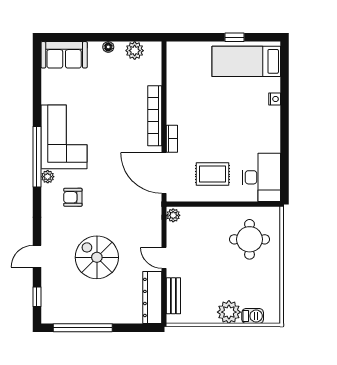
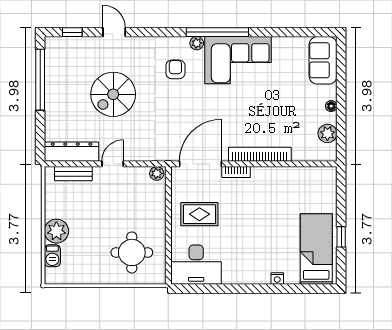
rug: (213, 174) -> (199, 214), turned 90
spiral stairs: (97, 257) -> (113, 94), turned 180

